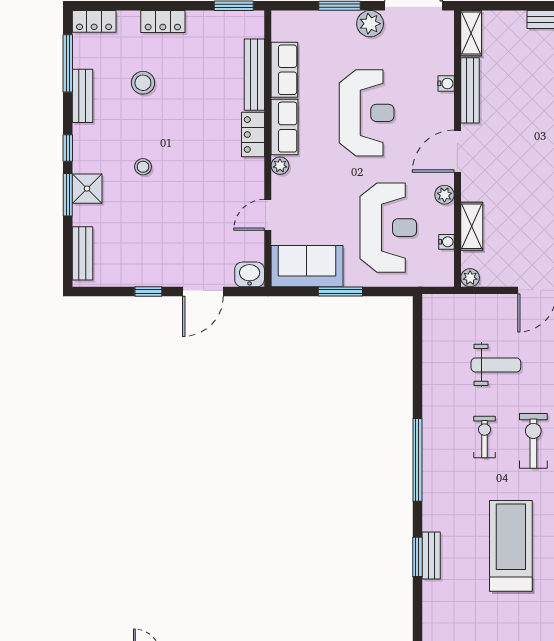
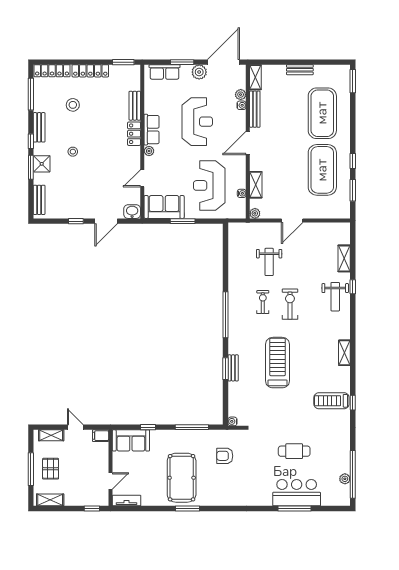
locker: (94, 21) -> (52, 71), width x1.53
locker: (163, 21) -> (90, 71), width x1.53
row of seats: (284, 70) -> (165, 72), moved, turned 90
bench: (254, 75) -> (135, 106), width x0.73
bench: (82, 96) -> (39, 127), moved
plant: (444, 195) -> (241, 95), moved
reception desk: (388, 228) -> (209, 185), turned 180
weight bench: (496, 365) -> (269, 262), turned 90

